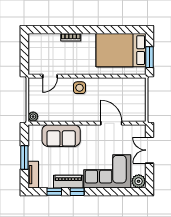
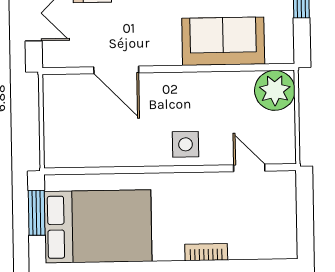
door: (50, 76) -> (249, 168), hinge flipped
plant: (33, 117) -> (275, 90), width x1.88, depth x1.88

